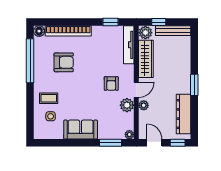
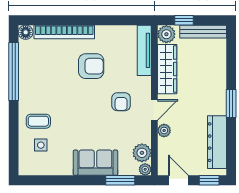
window: (110, 22) -> (120, 20), removed
armchair: (64, 62) -> (91, 66), moved
plant: (127, 105) -> (142, 153), moved
sofa: (81, 130) -> (95, 163), moved

